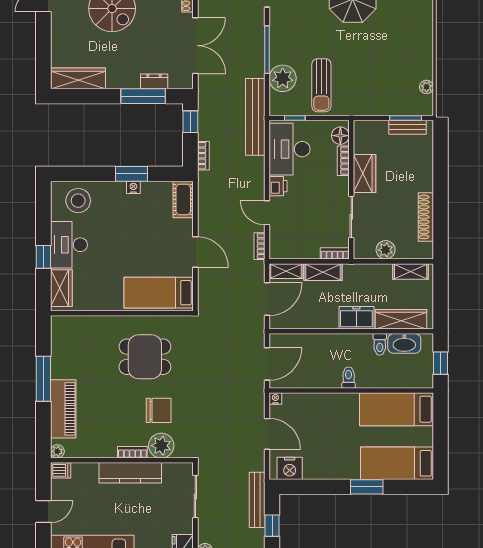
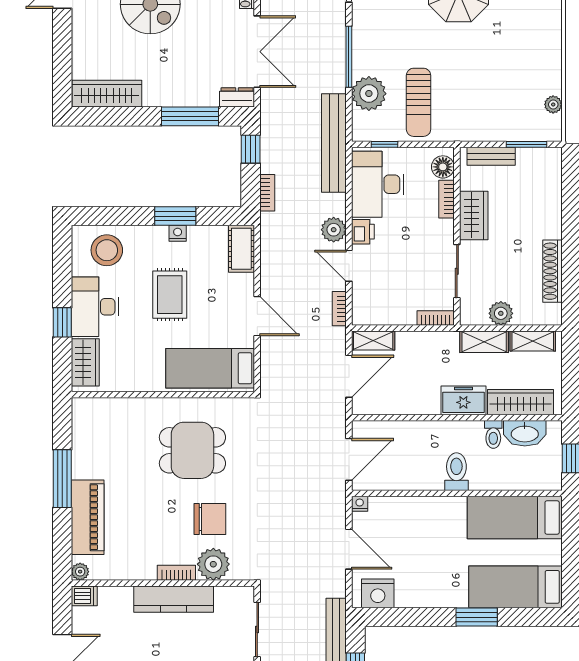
dresser: (154, 81) -> (237, 97), moved
bench: (408, 127) -> (491, 156), moved
plant: (255, 185) -> (334, 230), added
rug: (127, 235) -> (170, 295), added
shelving: (323, 272) -> (484, 342), moved
toilet: (349, 378) -> (456, 472), width x1.37, depth x1.39

